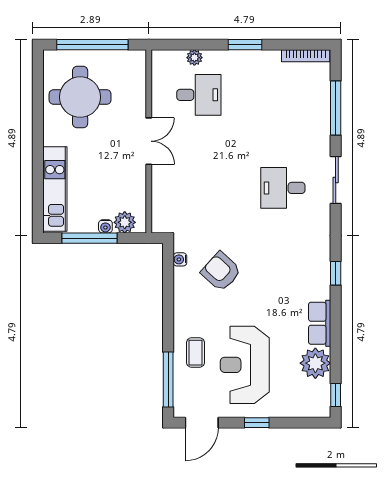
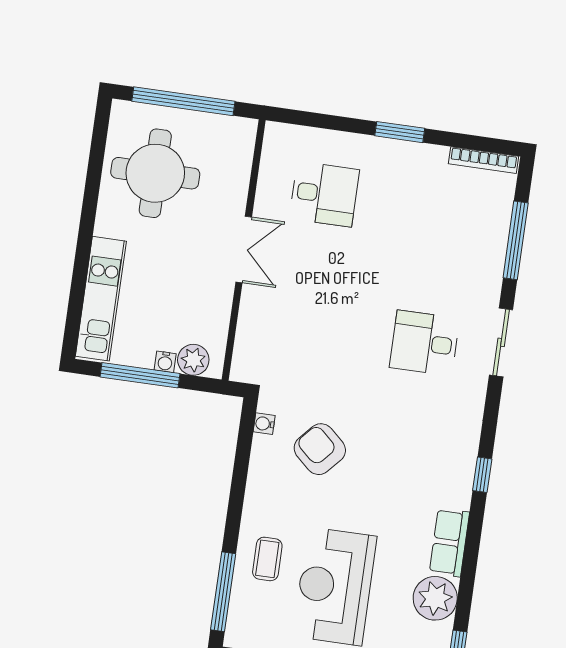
plant: (194, 58) -> (325, 140), removed

